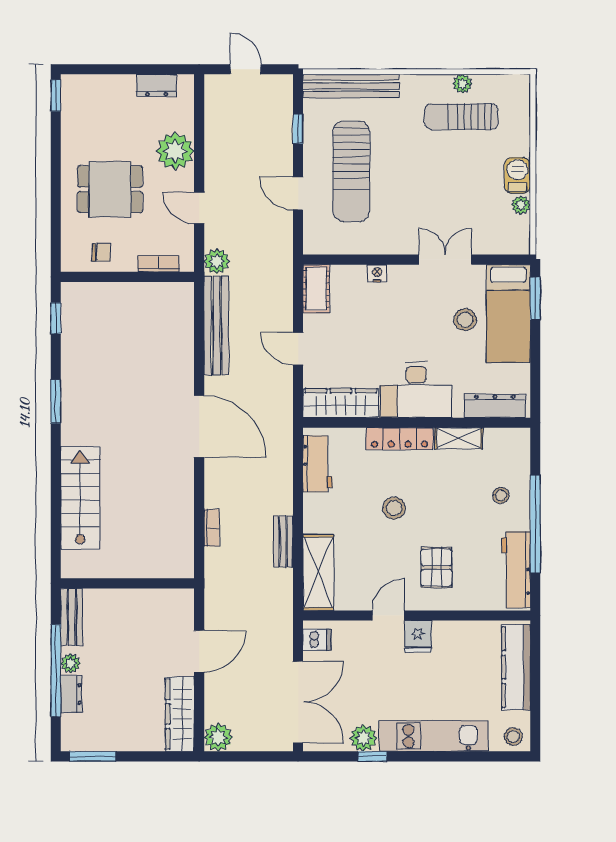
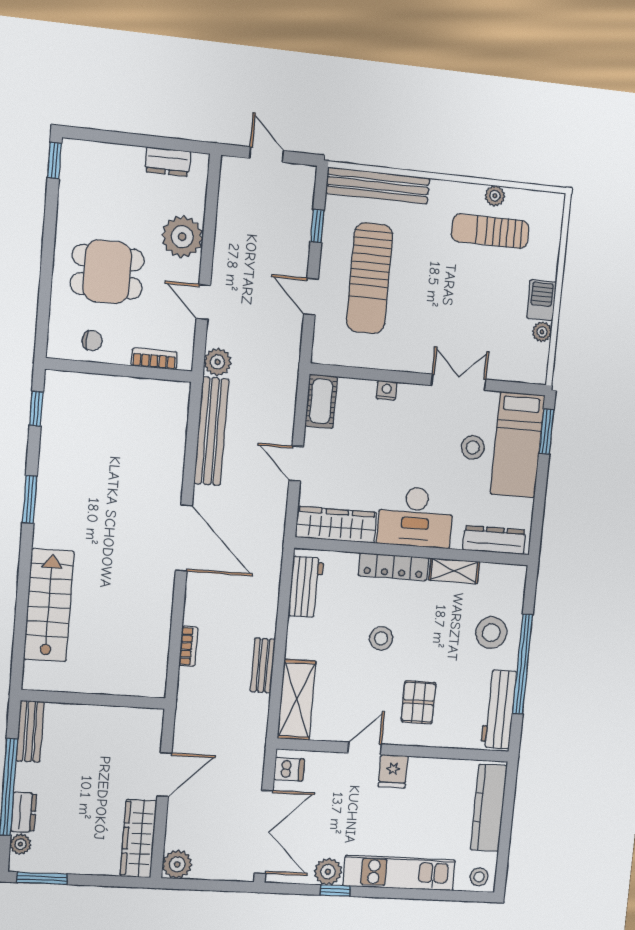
stool: (501, 495) -> (491, 633), width x1.89, depth x1.89
plant: (71, 663) -> (20, 844), moved

